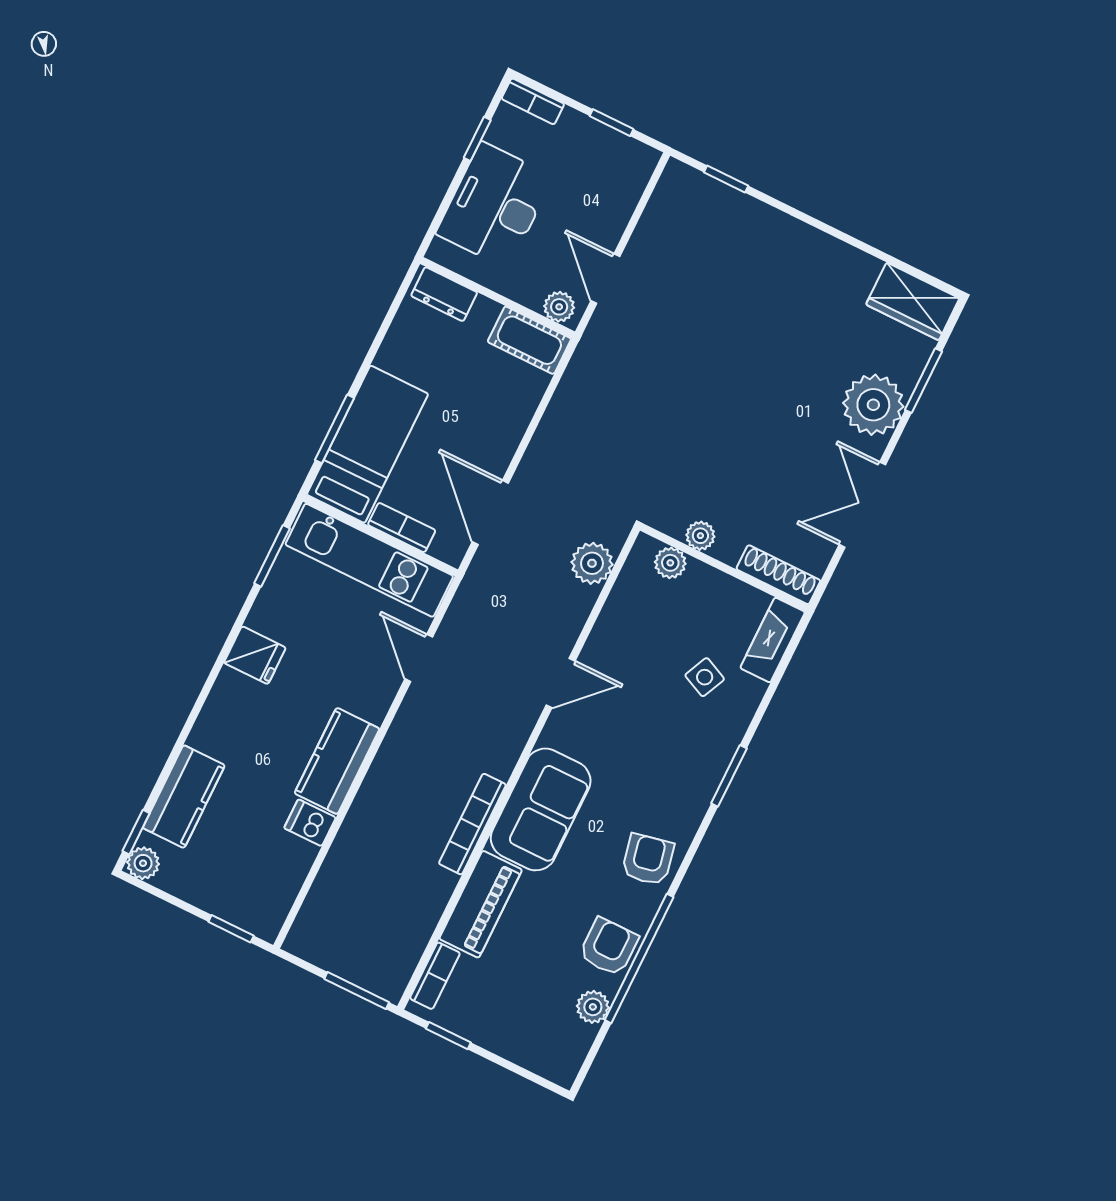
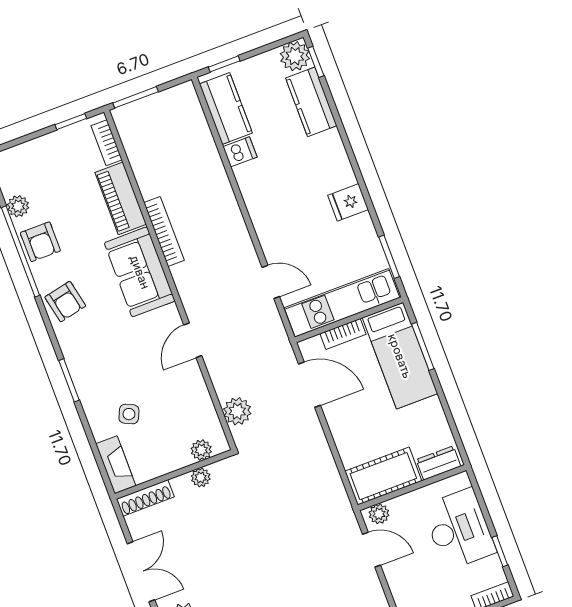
cot: (529, 340) -> (383, 476), width x1.37, depth x1.34
kitchen counter: (337, 761) -> (226, 109), moved
plant: (143, 863) -> (295, 56), width x1.38, depth x1.38

